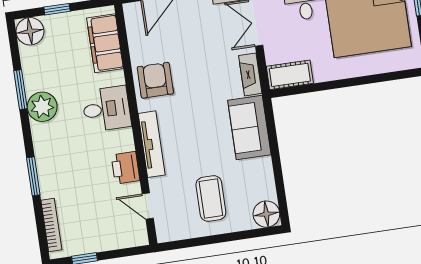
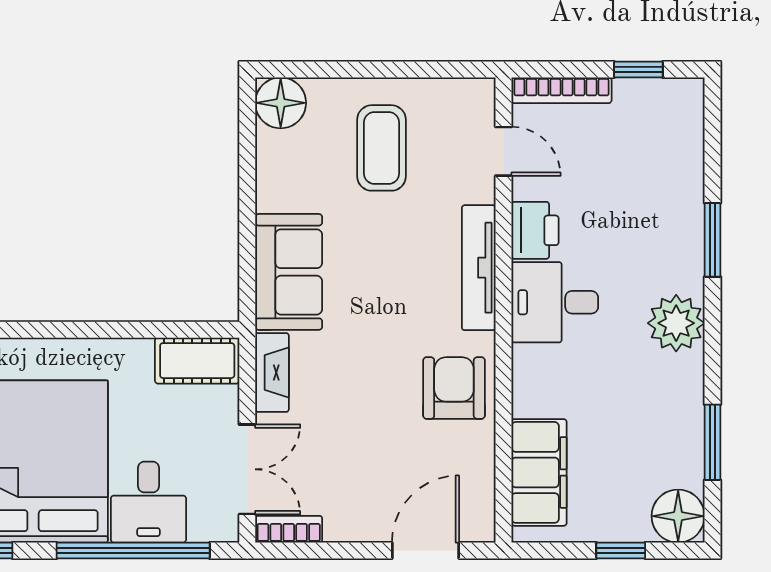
armchair: (155, 80) -> (454, 388), turned 180
window: (21, 90) -> (712, 442), moved
plant: (42, 107) -> (676, 323), moved
desk: (106, 109) -> (555, 302), moved
bookcase: (51, 225) -> (561, 90), moved, turned -90

